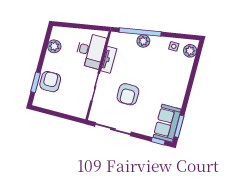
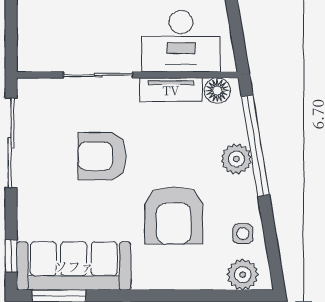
floor lamp: (114, 41) -> (217, 91), added
armchair: (159, 72) -> (174, 215), added
sofa: (167, 123) -> (74, 266), width x1.36

